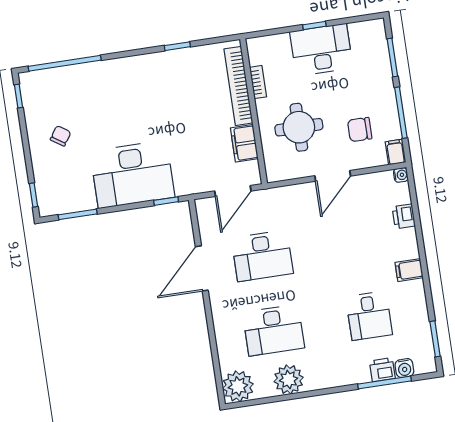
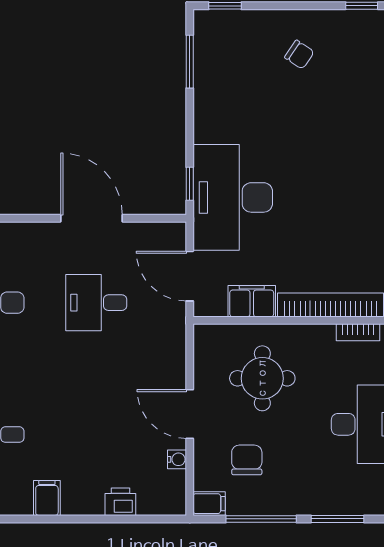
bookcase: (258, 82) -> (358, 332), moved
desk: (132, 174) -> (233, 197), moved
water cooler: (401, 175) -> (177, 459), moved, turned -90
desk: (262, 256) -> (96, 303), width x0.73

